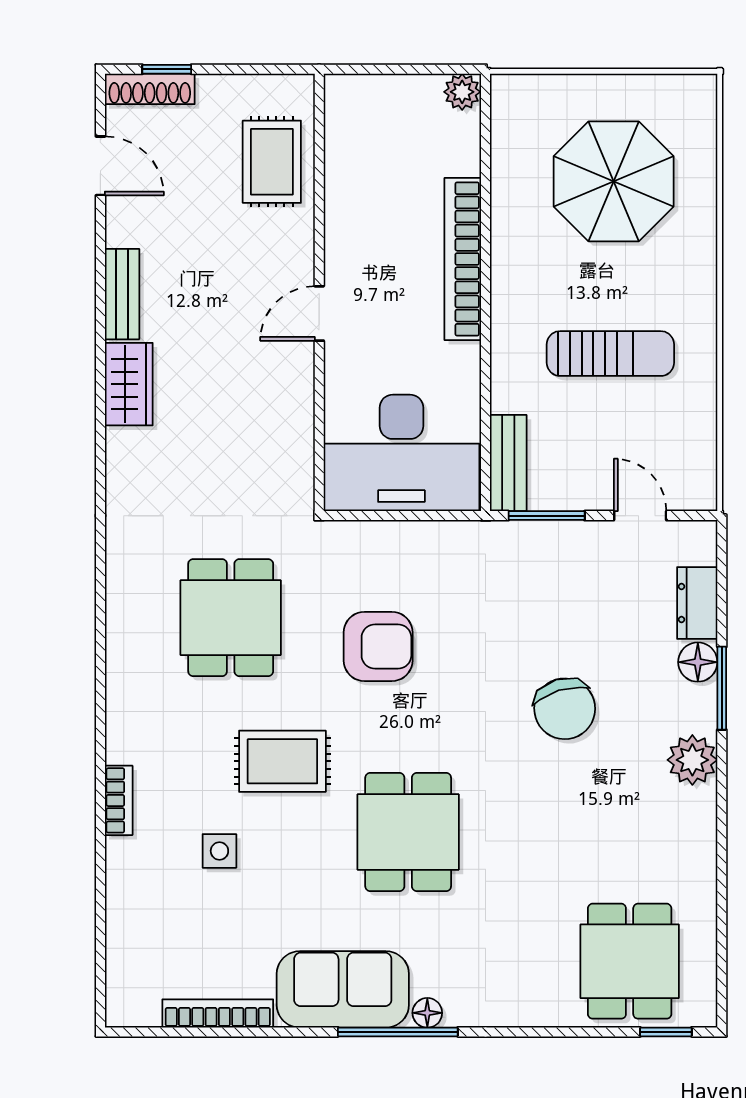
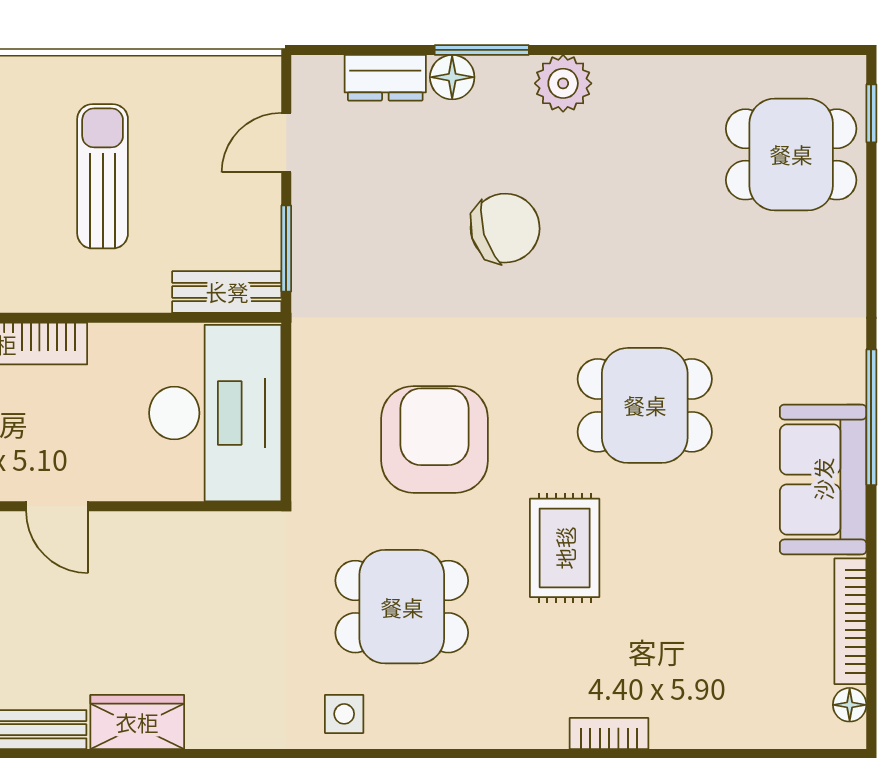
armchair: (378, 646) -> (435, 439), width x1.36, depth x1.36
side table: (219, 851) -> (344, 714), moved
floor lamp: (427, 1013) -> (850, 705), moved

